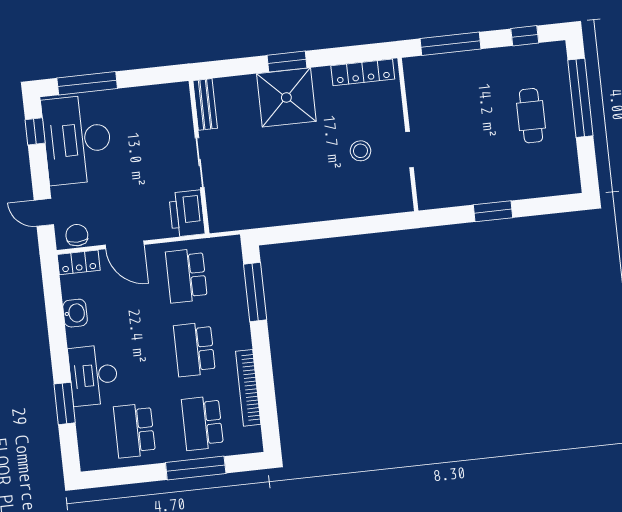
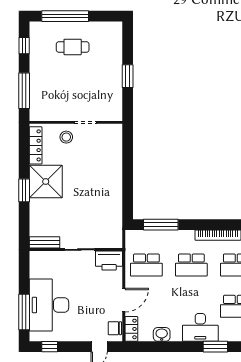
shower: (286, 97) -> (46, 182), moved
desk: (77, 140) -> (49, 305), moved, turned 90
stool: (360, 151) -> (66, 137), moved

